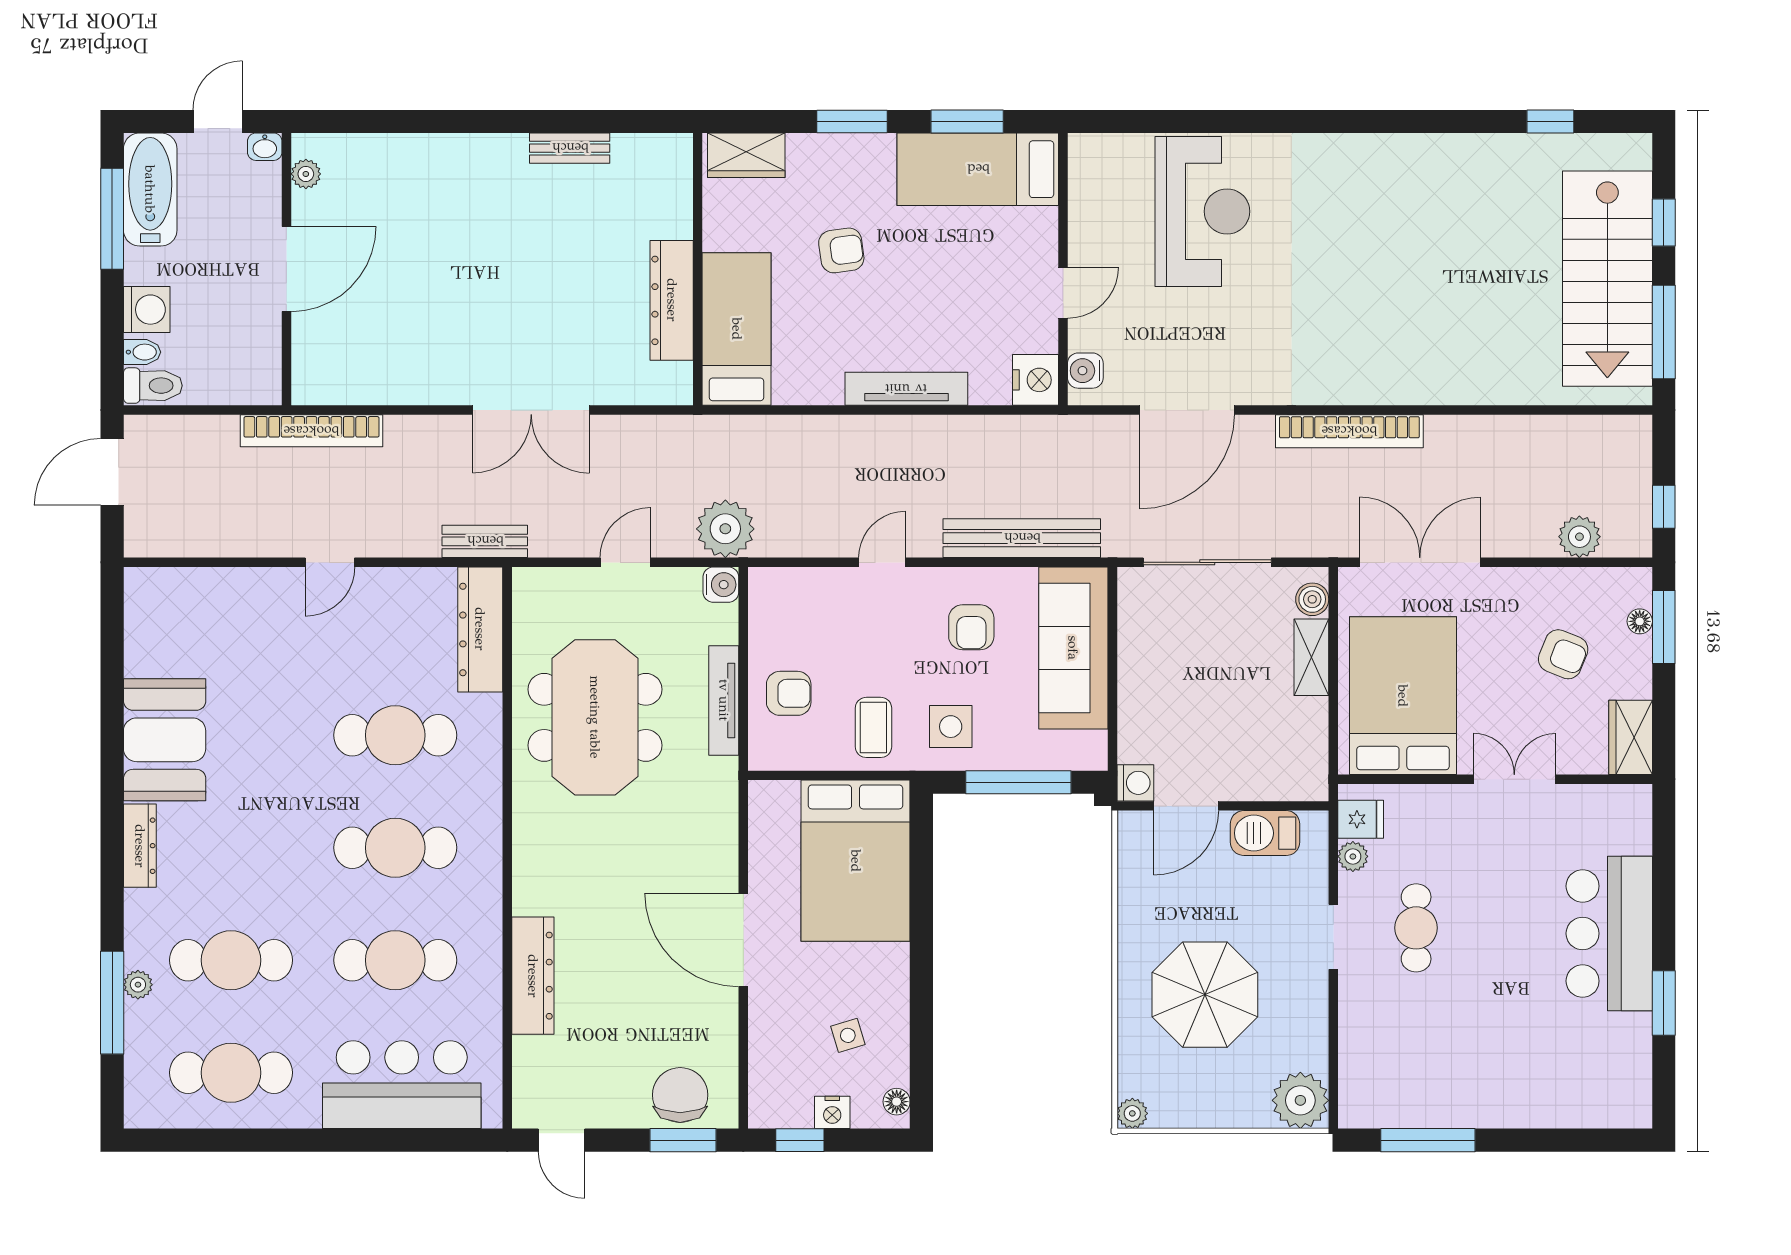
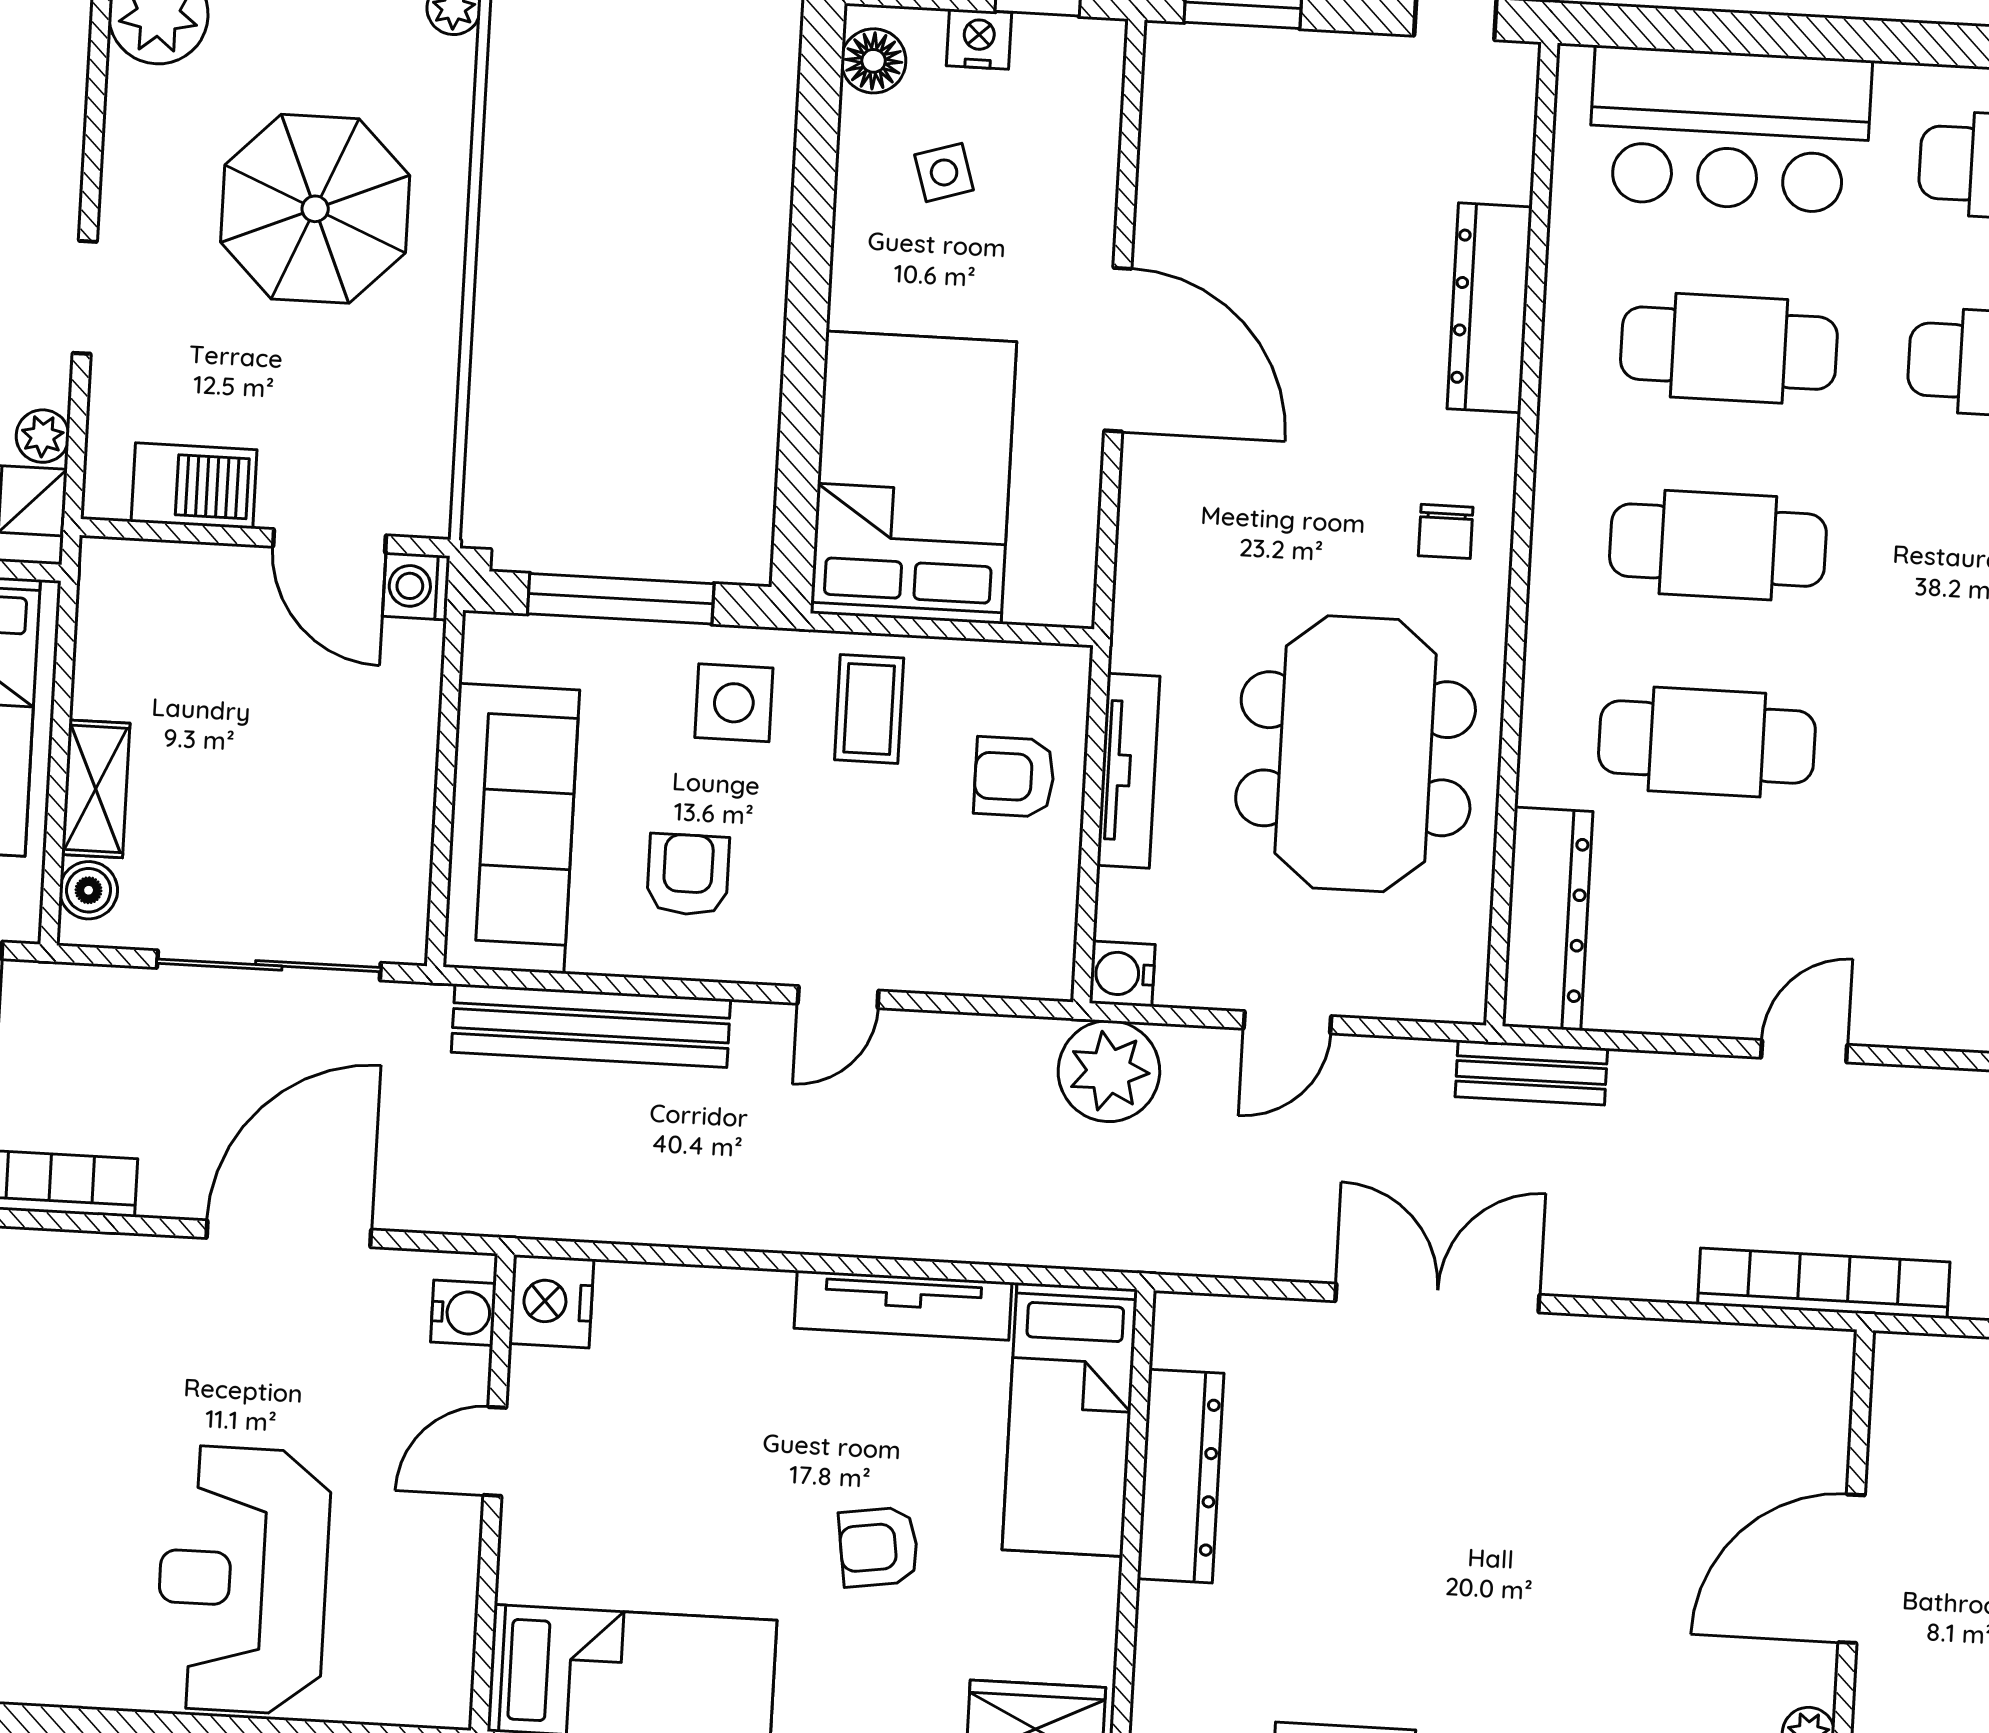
tv unit: (906, 389) -> (903, 1305), moved
door: (1186, 806) -> (329, 541), swing flipped
chair: (680, 1095) -> (1446, 531), moved, width x0.54, depth x0.54
floor lamp: (897, 1102) -> (874, 61), width x1.37, depth x1.37

